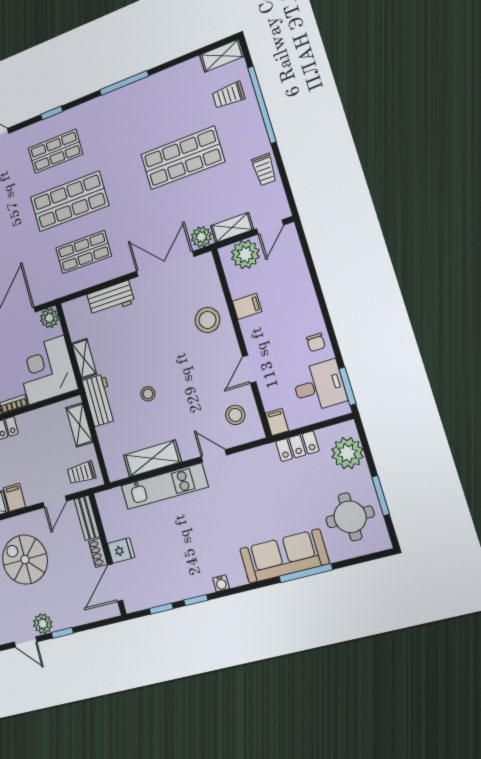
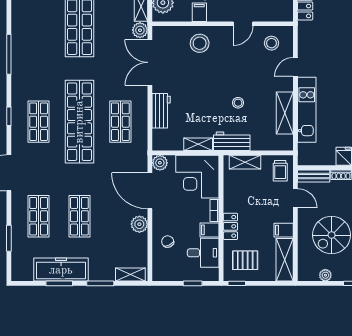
shop shelf: (69, 201) -> (79, 122), width x1.40
door: (249, 369) -> (243, 24), hinge flipped
filing cabinet: (277, 422) -> (285, 15), removed

